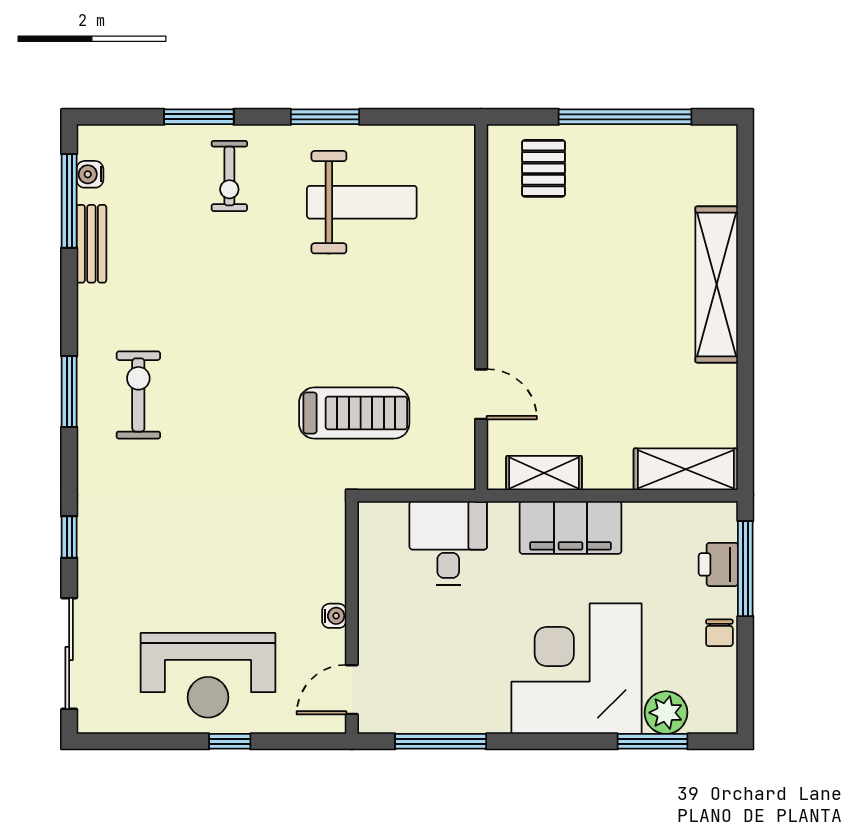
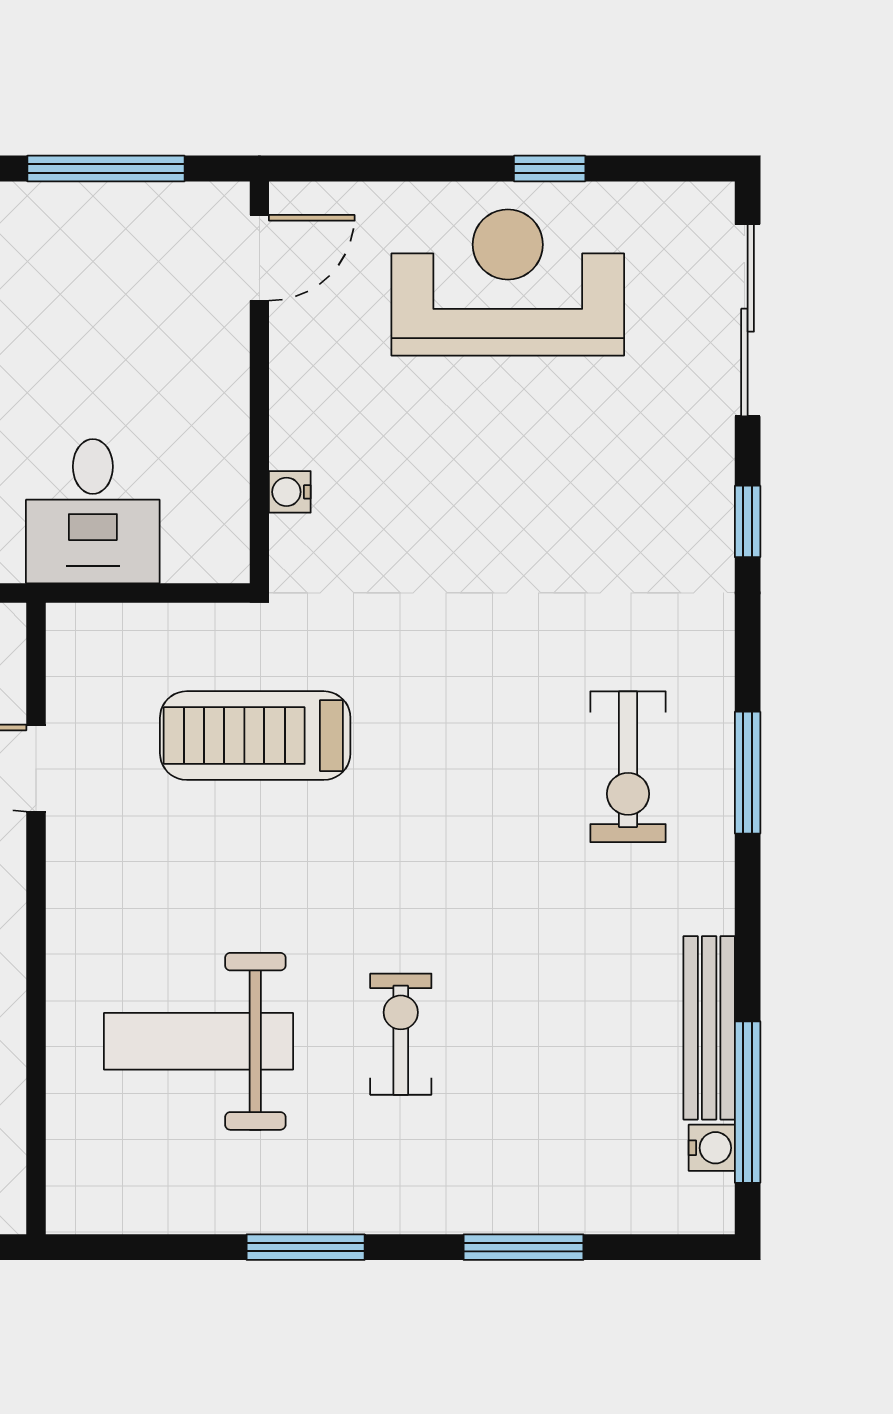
exercise bike: (229, 176) -> (401, 1034), moved
weight bench: (362, 202) -> (198, 1041), moved
bench: (91, 244) -> (709, 1028), width x1.36
water cooler: (334, 616) -> (290, 492), moved
window: (230, 741) -> (550, 169), moved

